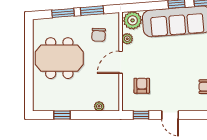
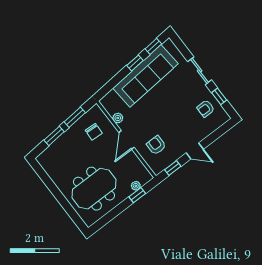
plant: (133, 20) -> (111, 101), removed
meeting table: (59, 58) -> (94, 189), moved
window: (62, 115) -> (137, 195), moved

